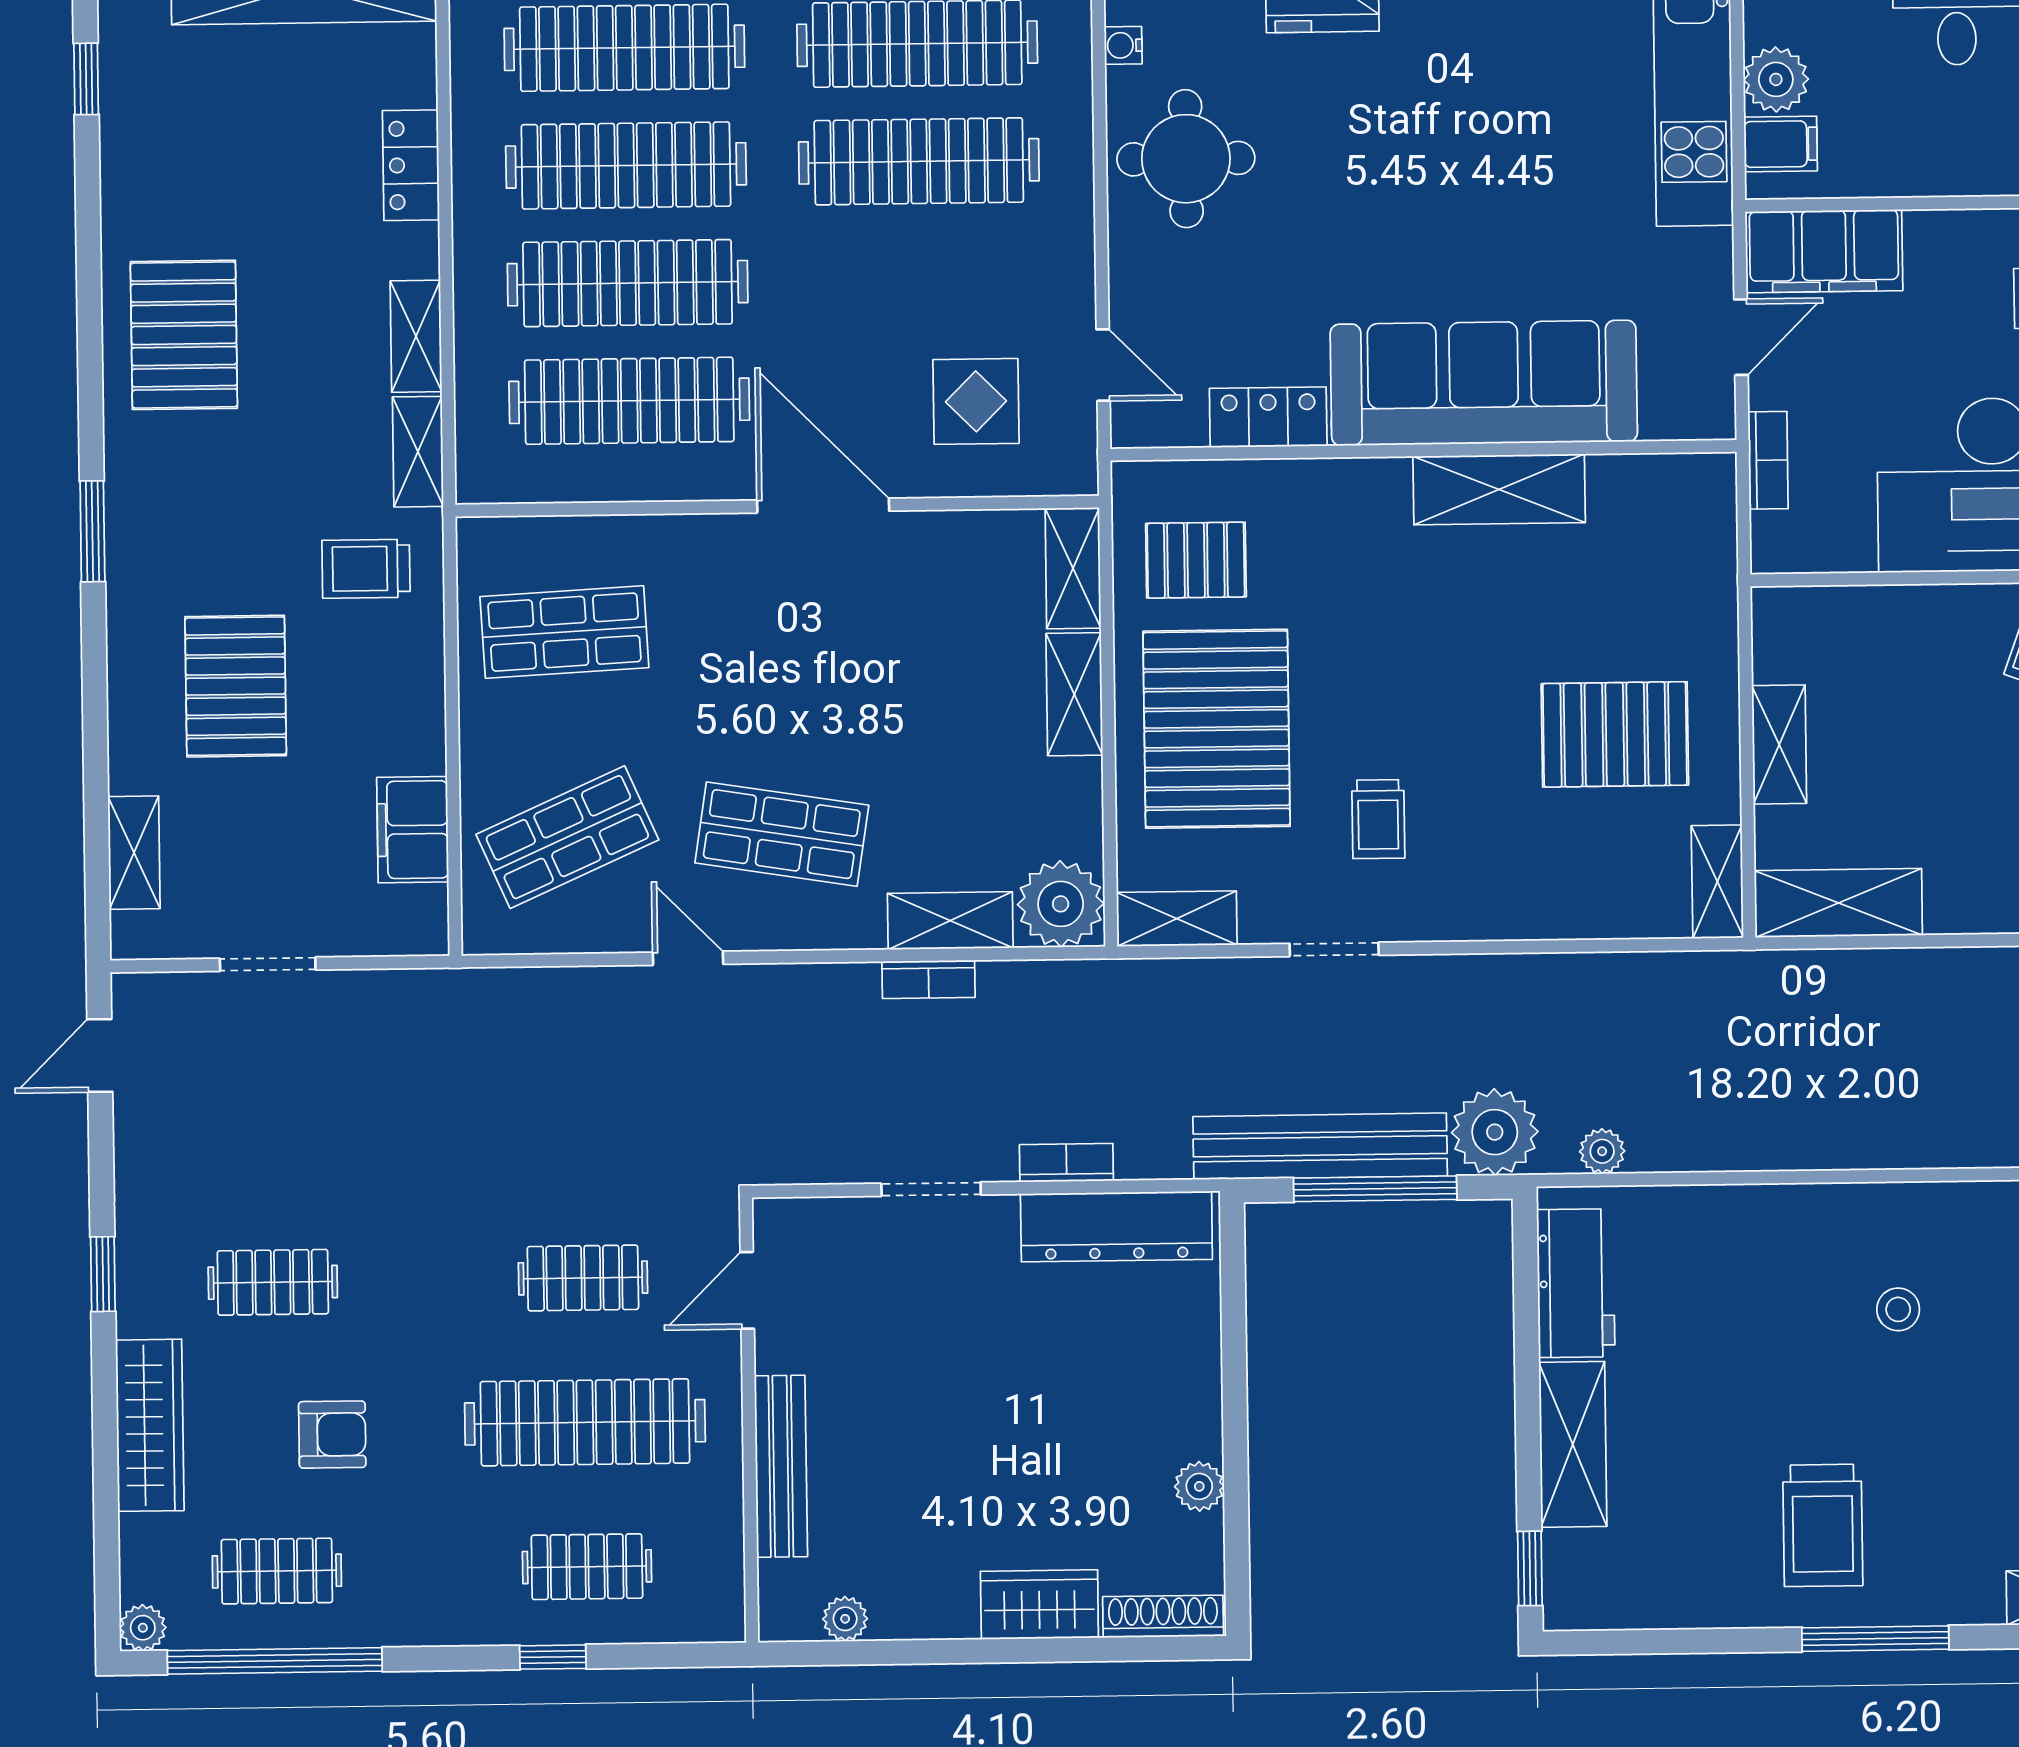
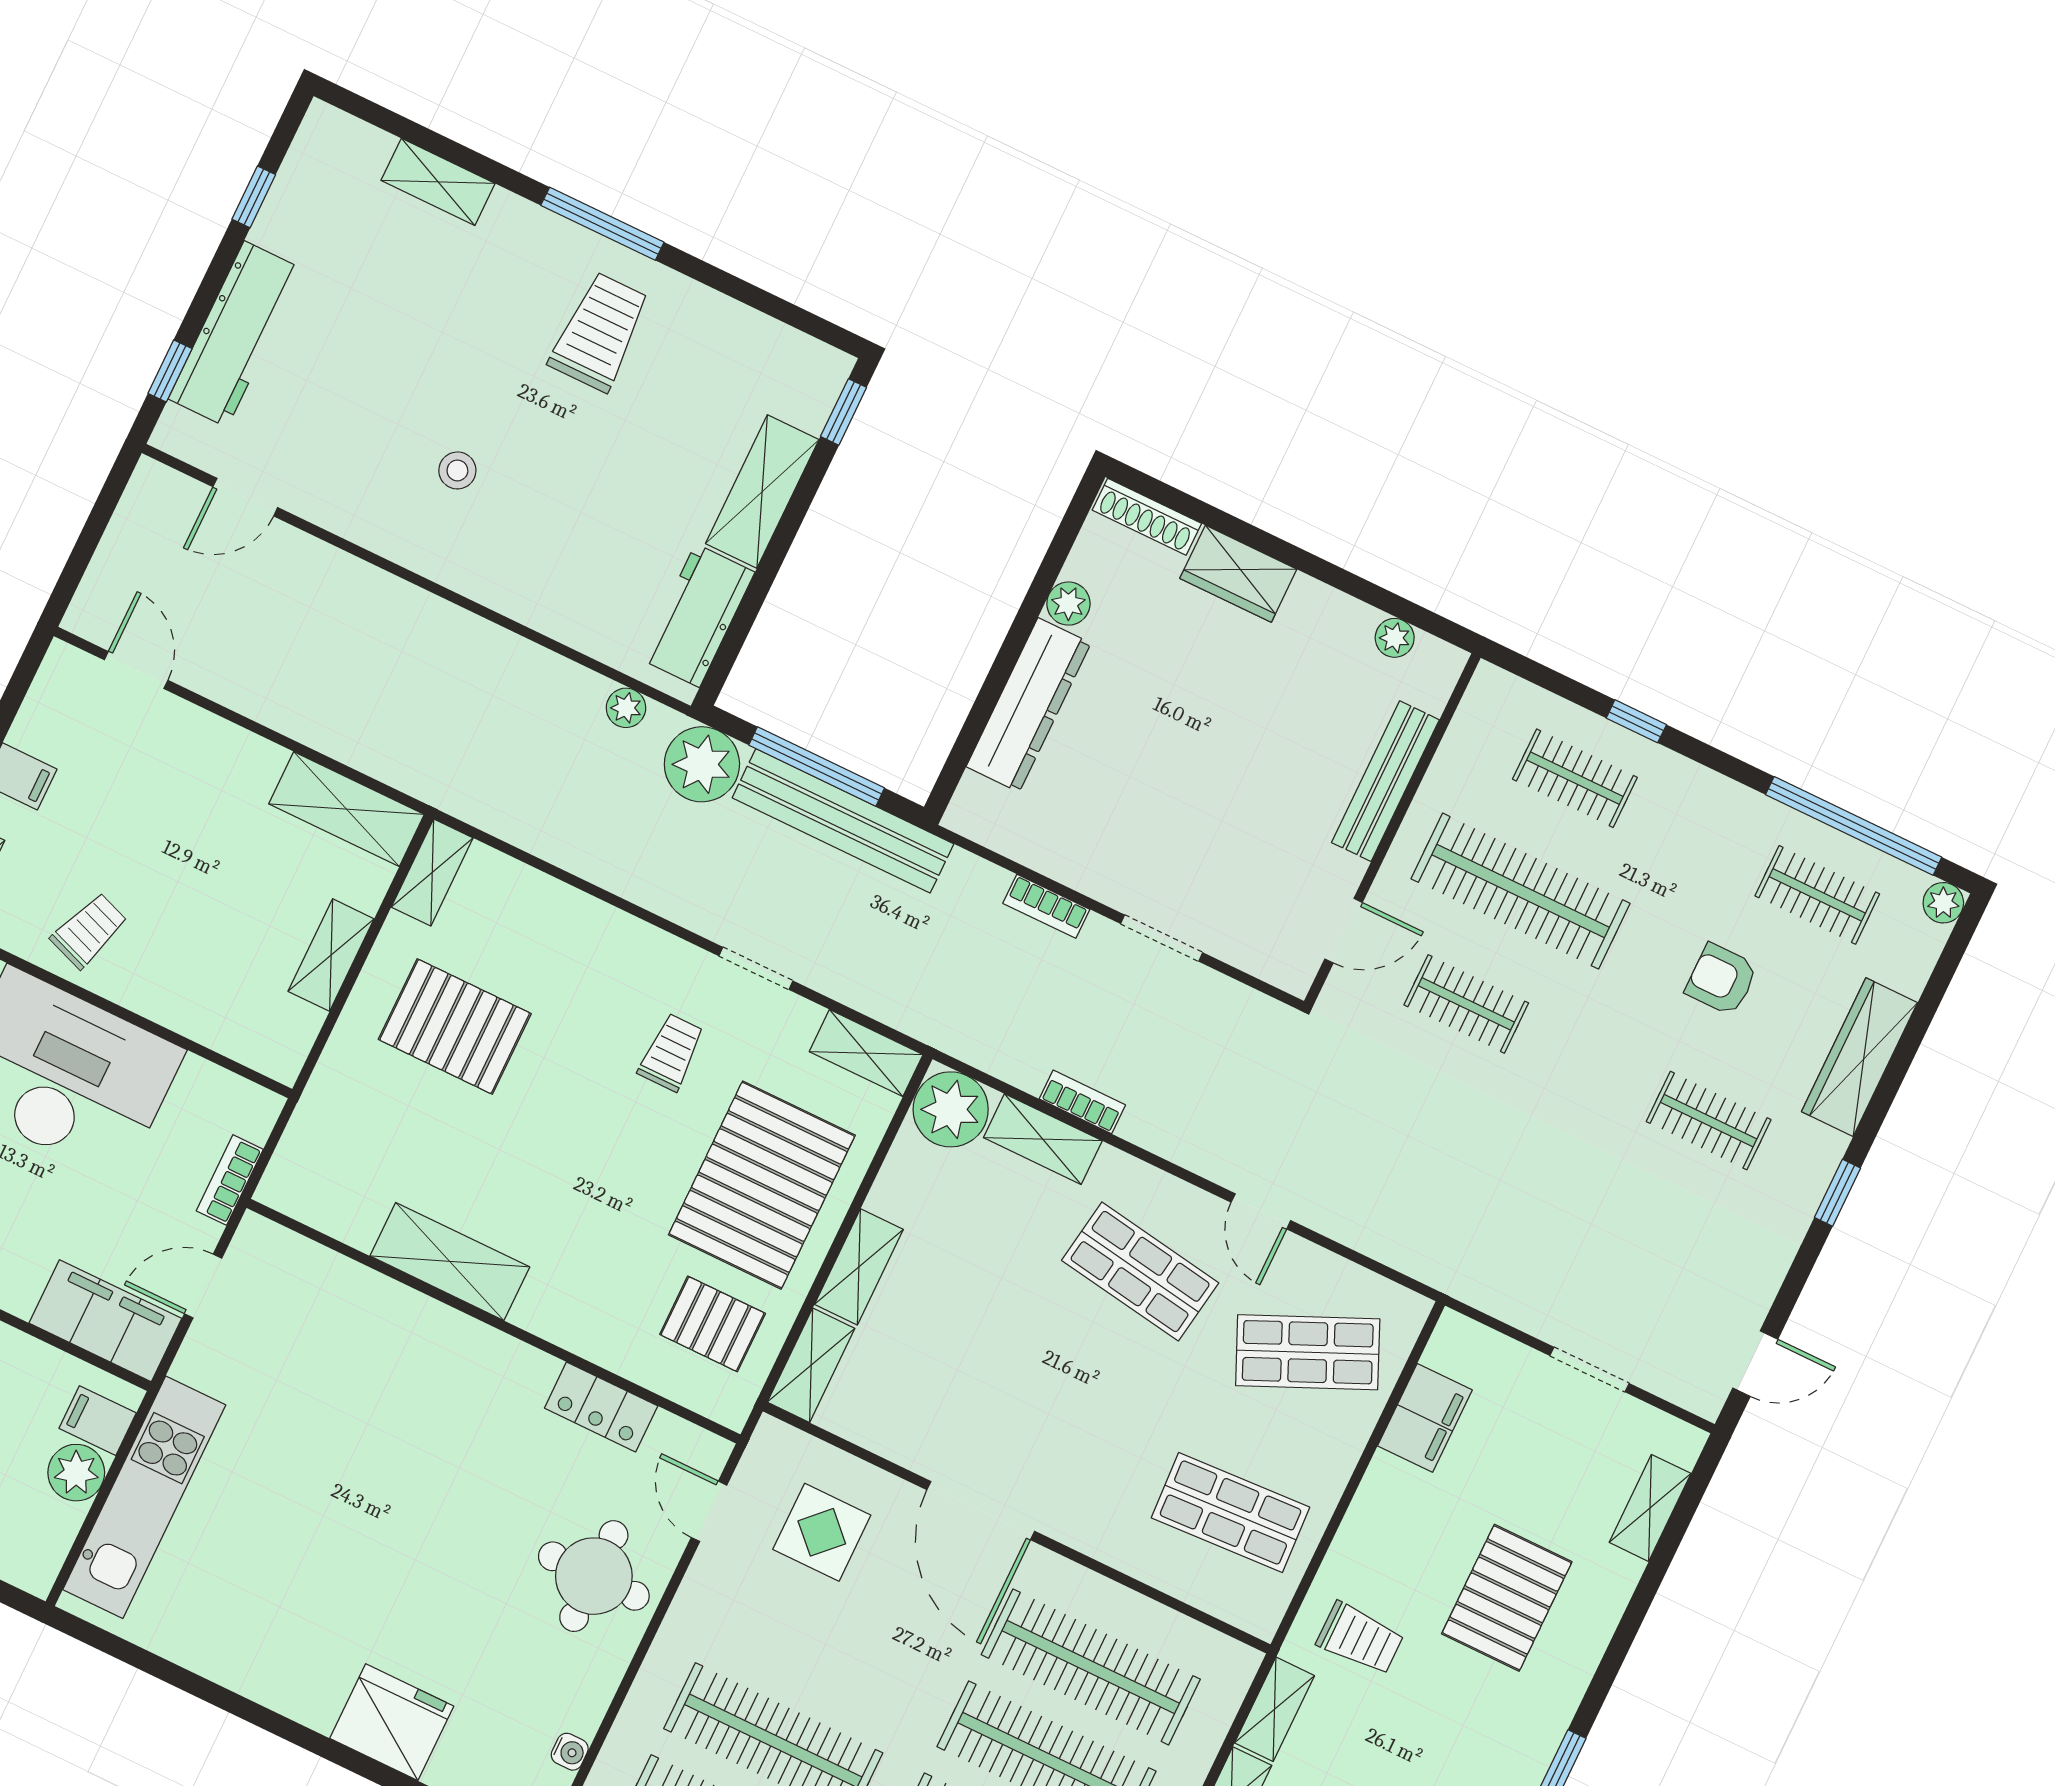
round table: (1186, 159) -> (594, 1576), moved
sofa: (1484, 383) -> (420, 1350), removed
dresser: (1116, 1227) -> (1029, 705), moved, turned 90

